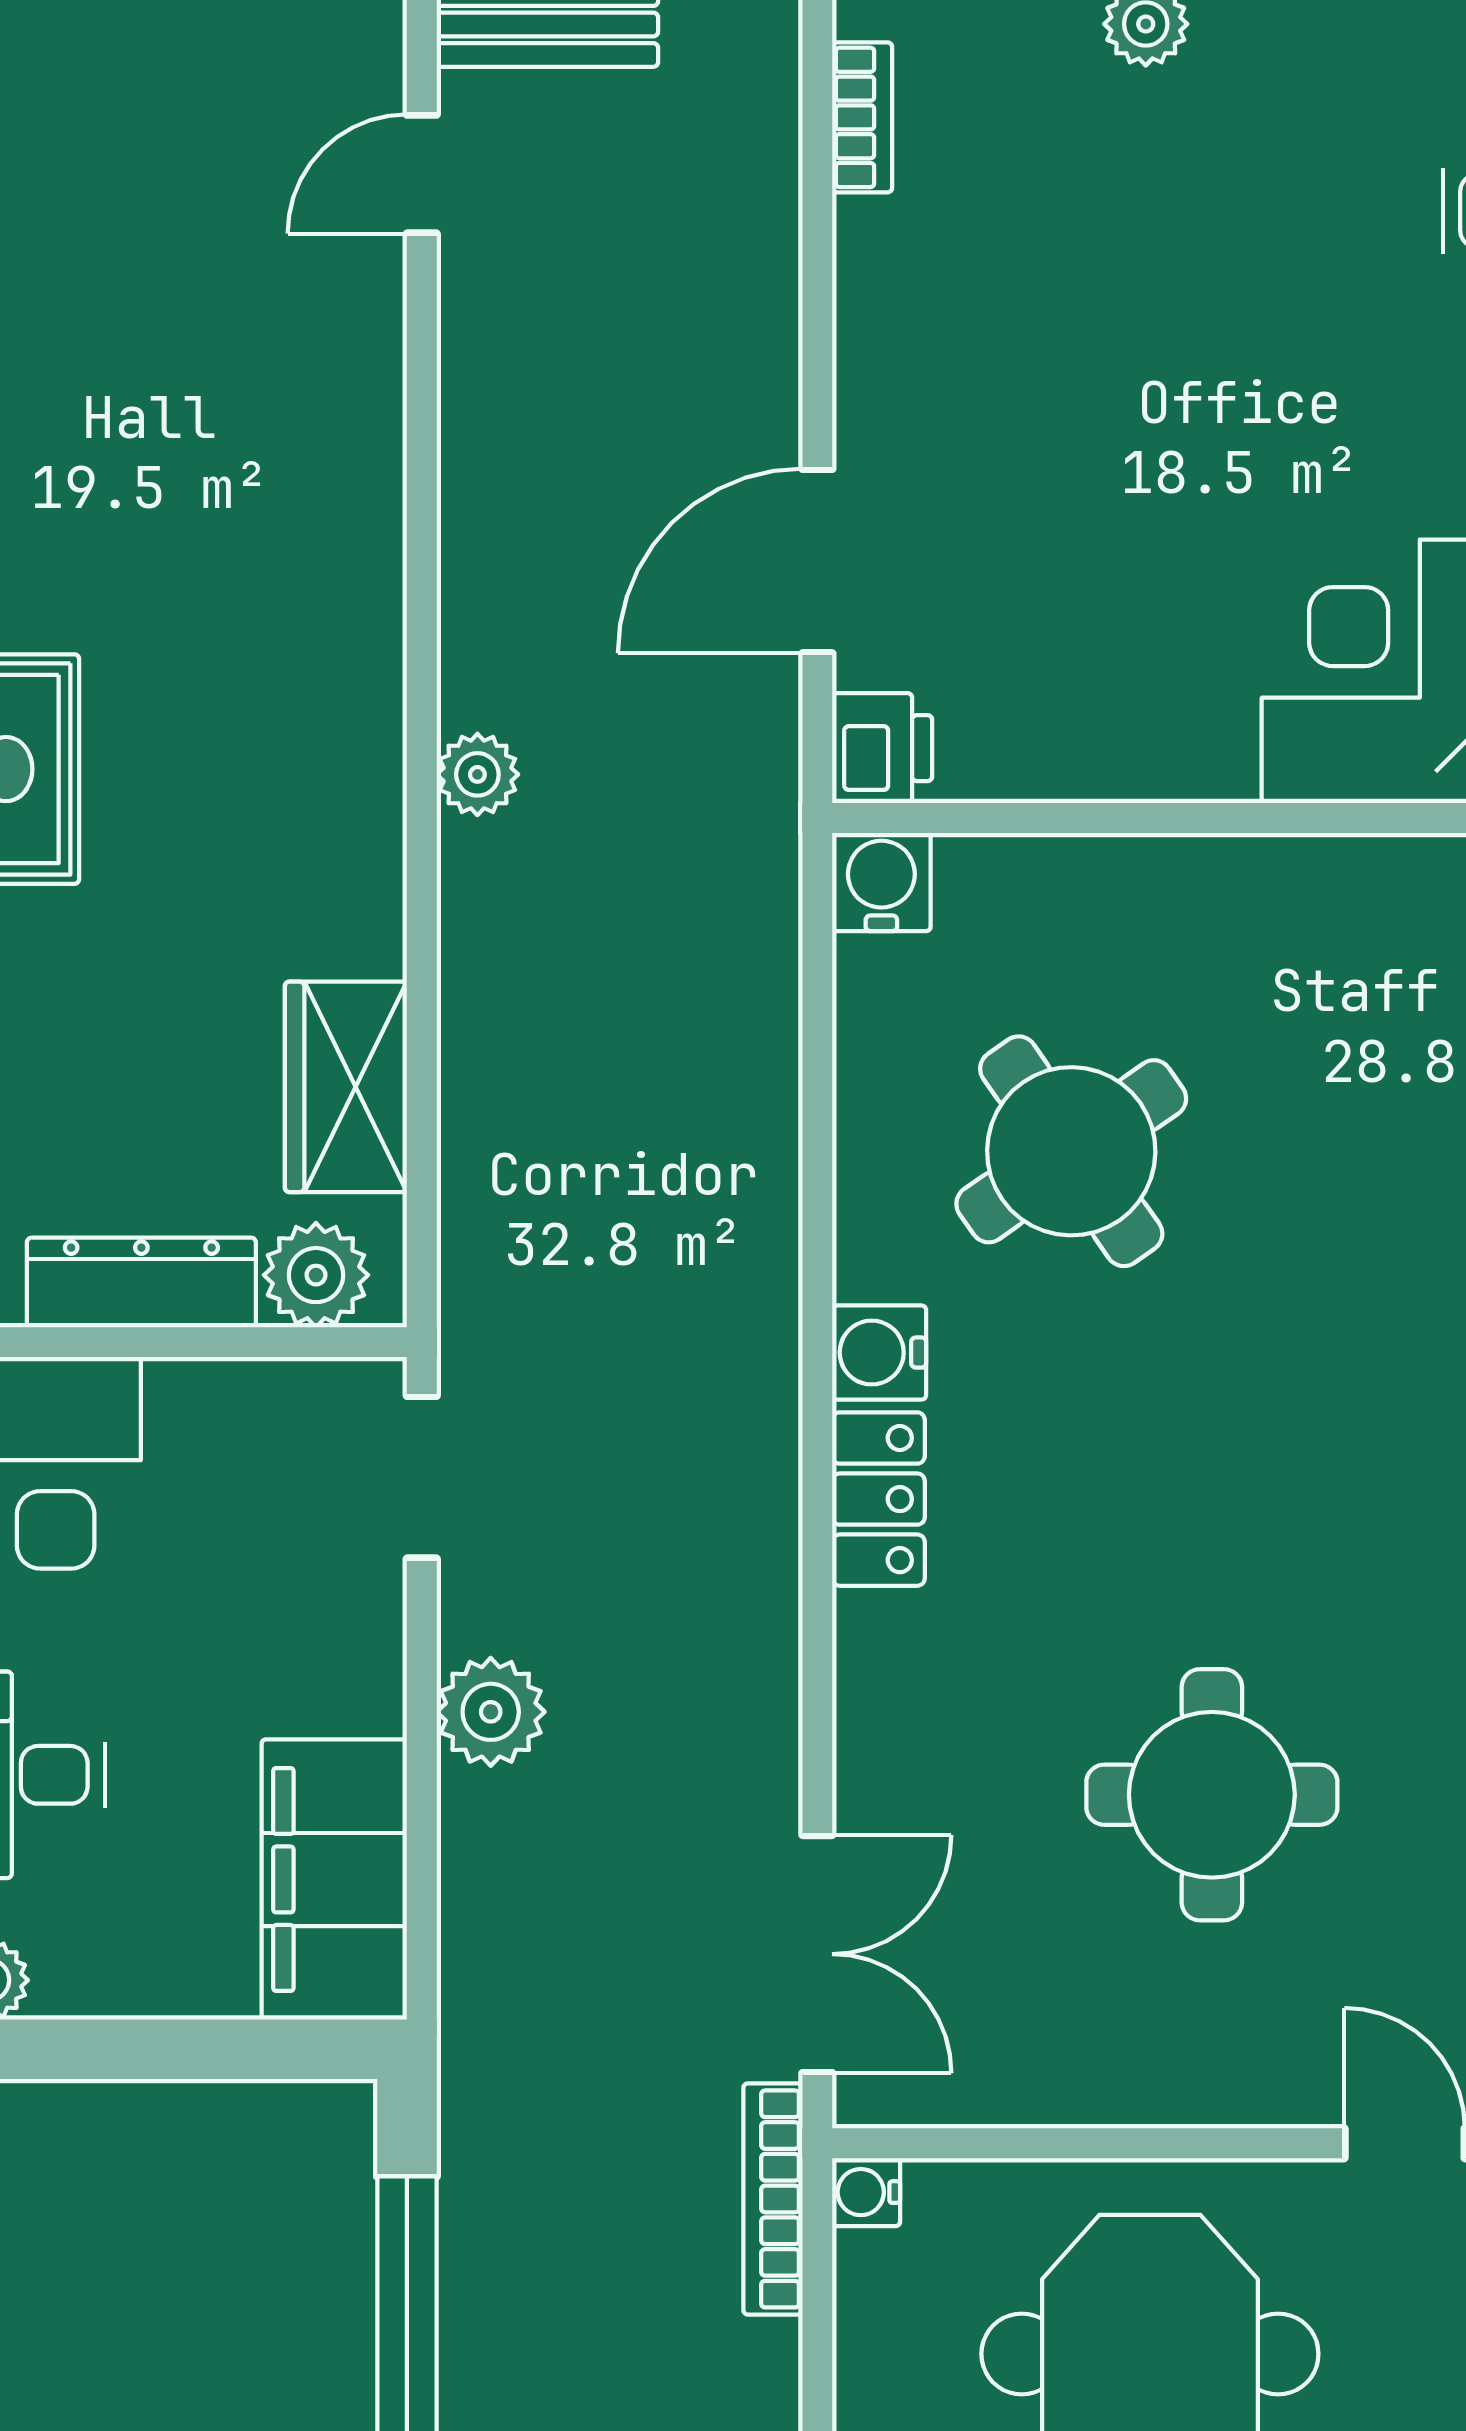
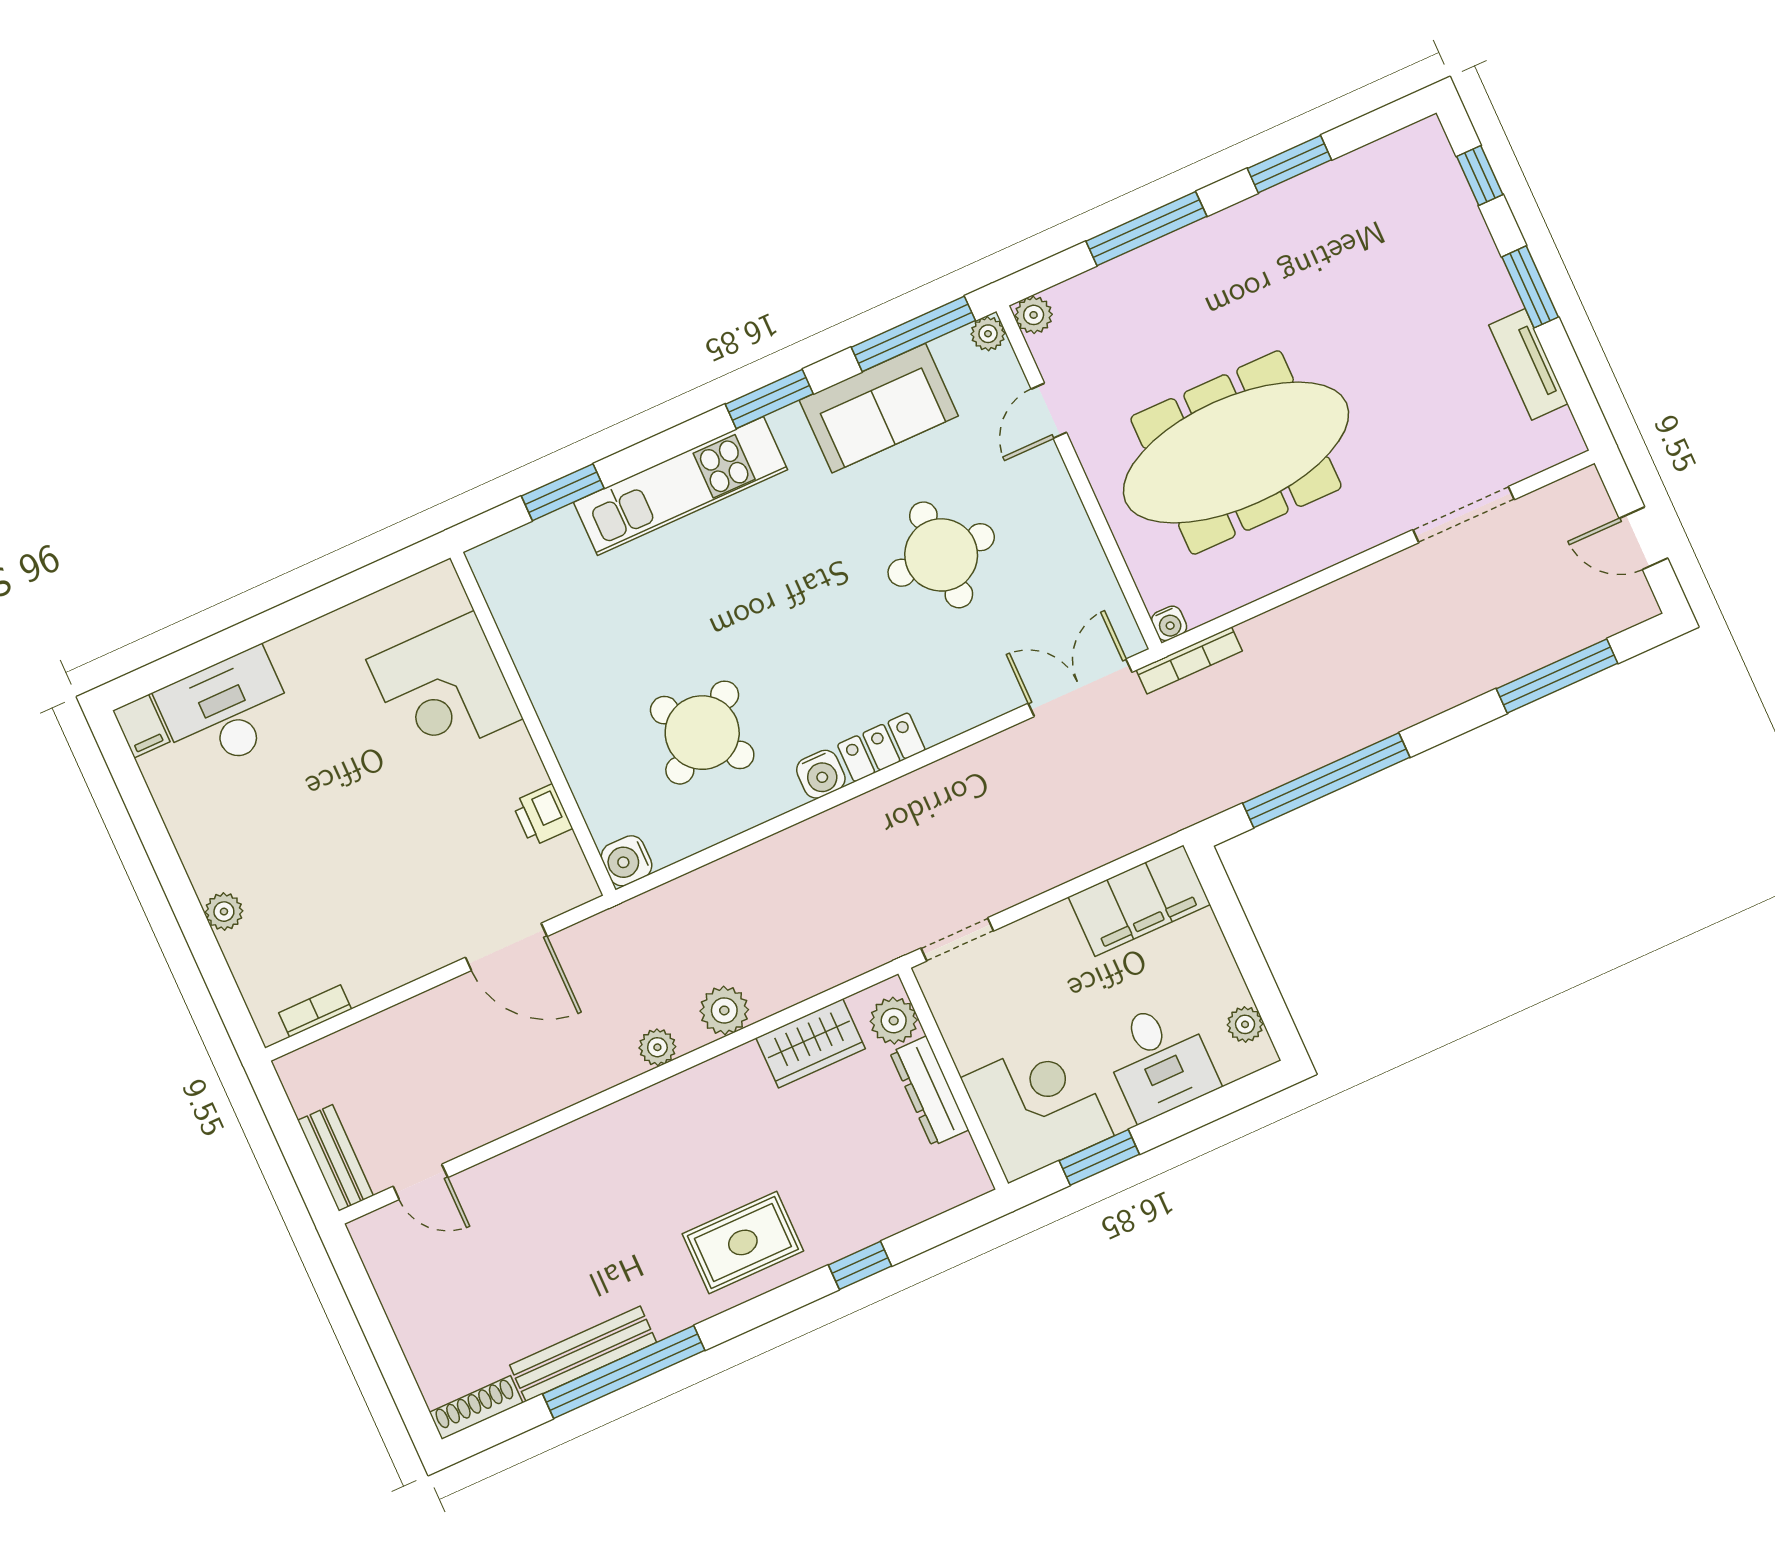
printer: (882, 748) -> (542, 815), moved, turned -90
plant: (491, 1712) -> (724, 1010), moved

